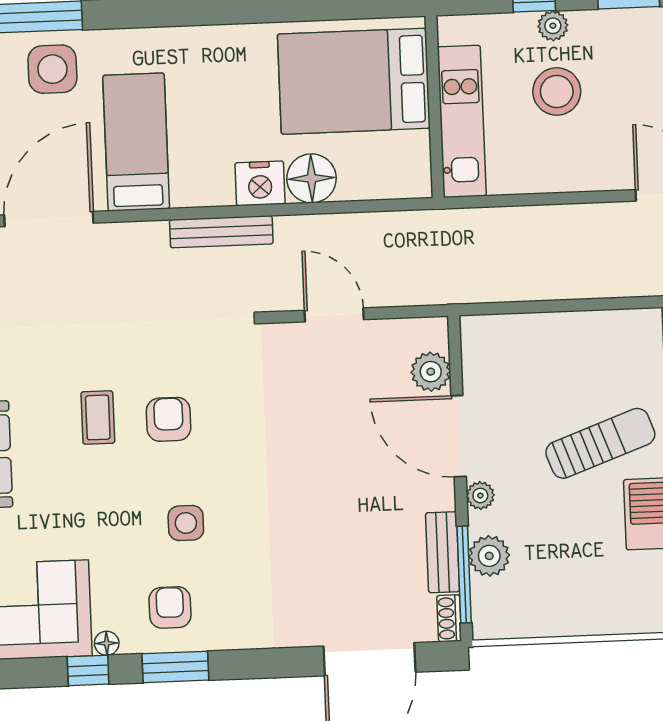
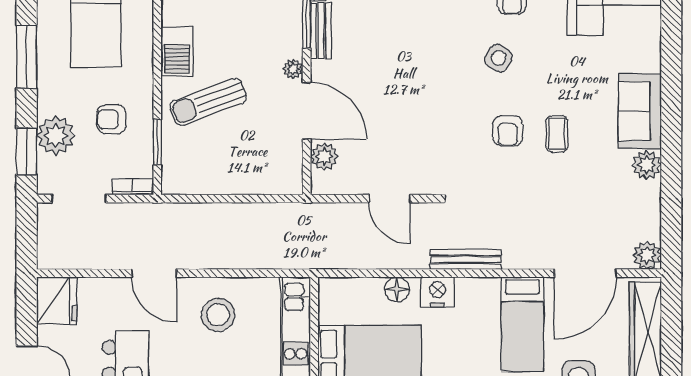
stool: (557, 91) -> (218, 315), moved
floor lamp: (312, 178) -> (397, 289), width x0.73, depth x0.73
side table: (186, 523) -> (499, 58), turned 31
plant: (489, 556) -> (289, 27), removed

